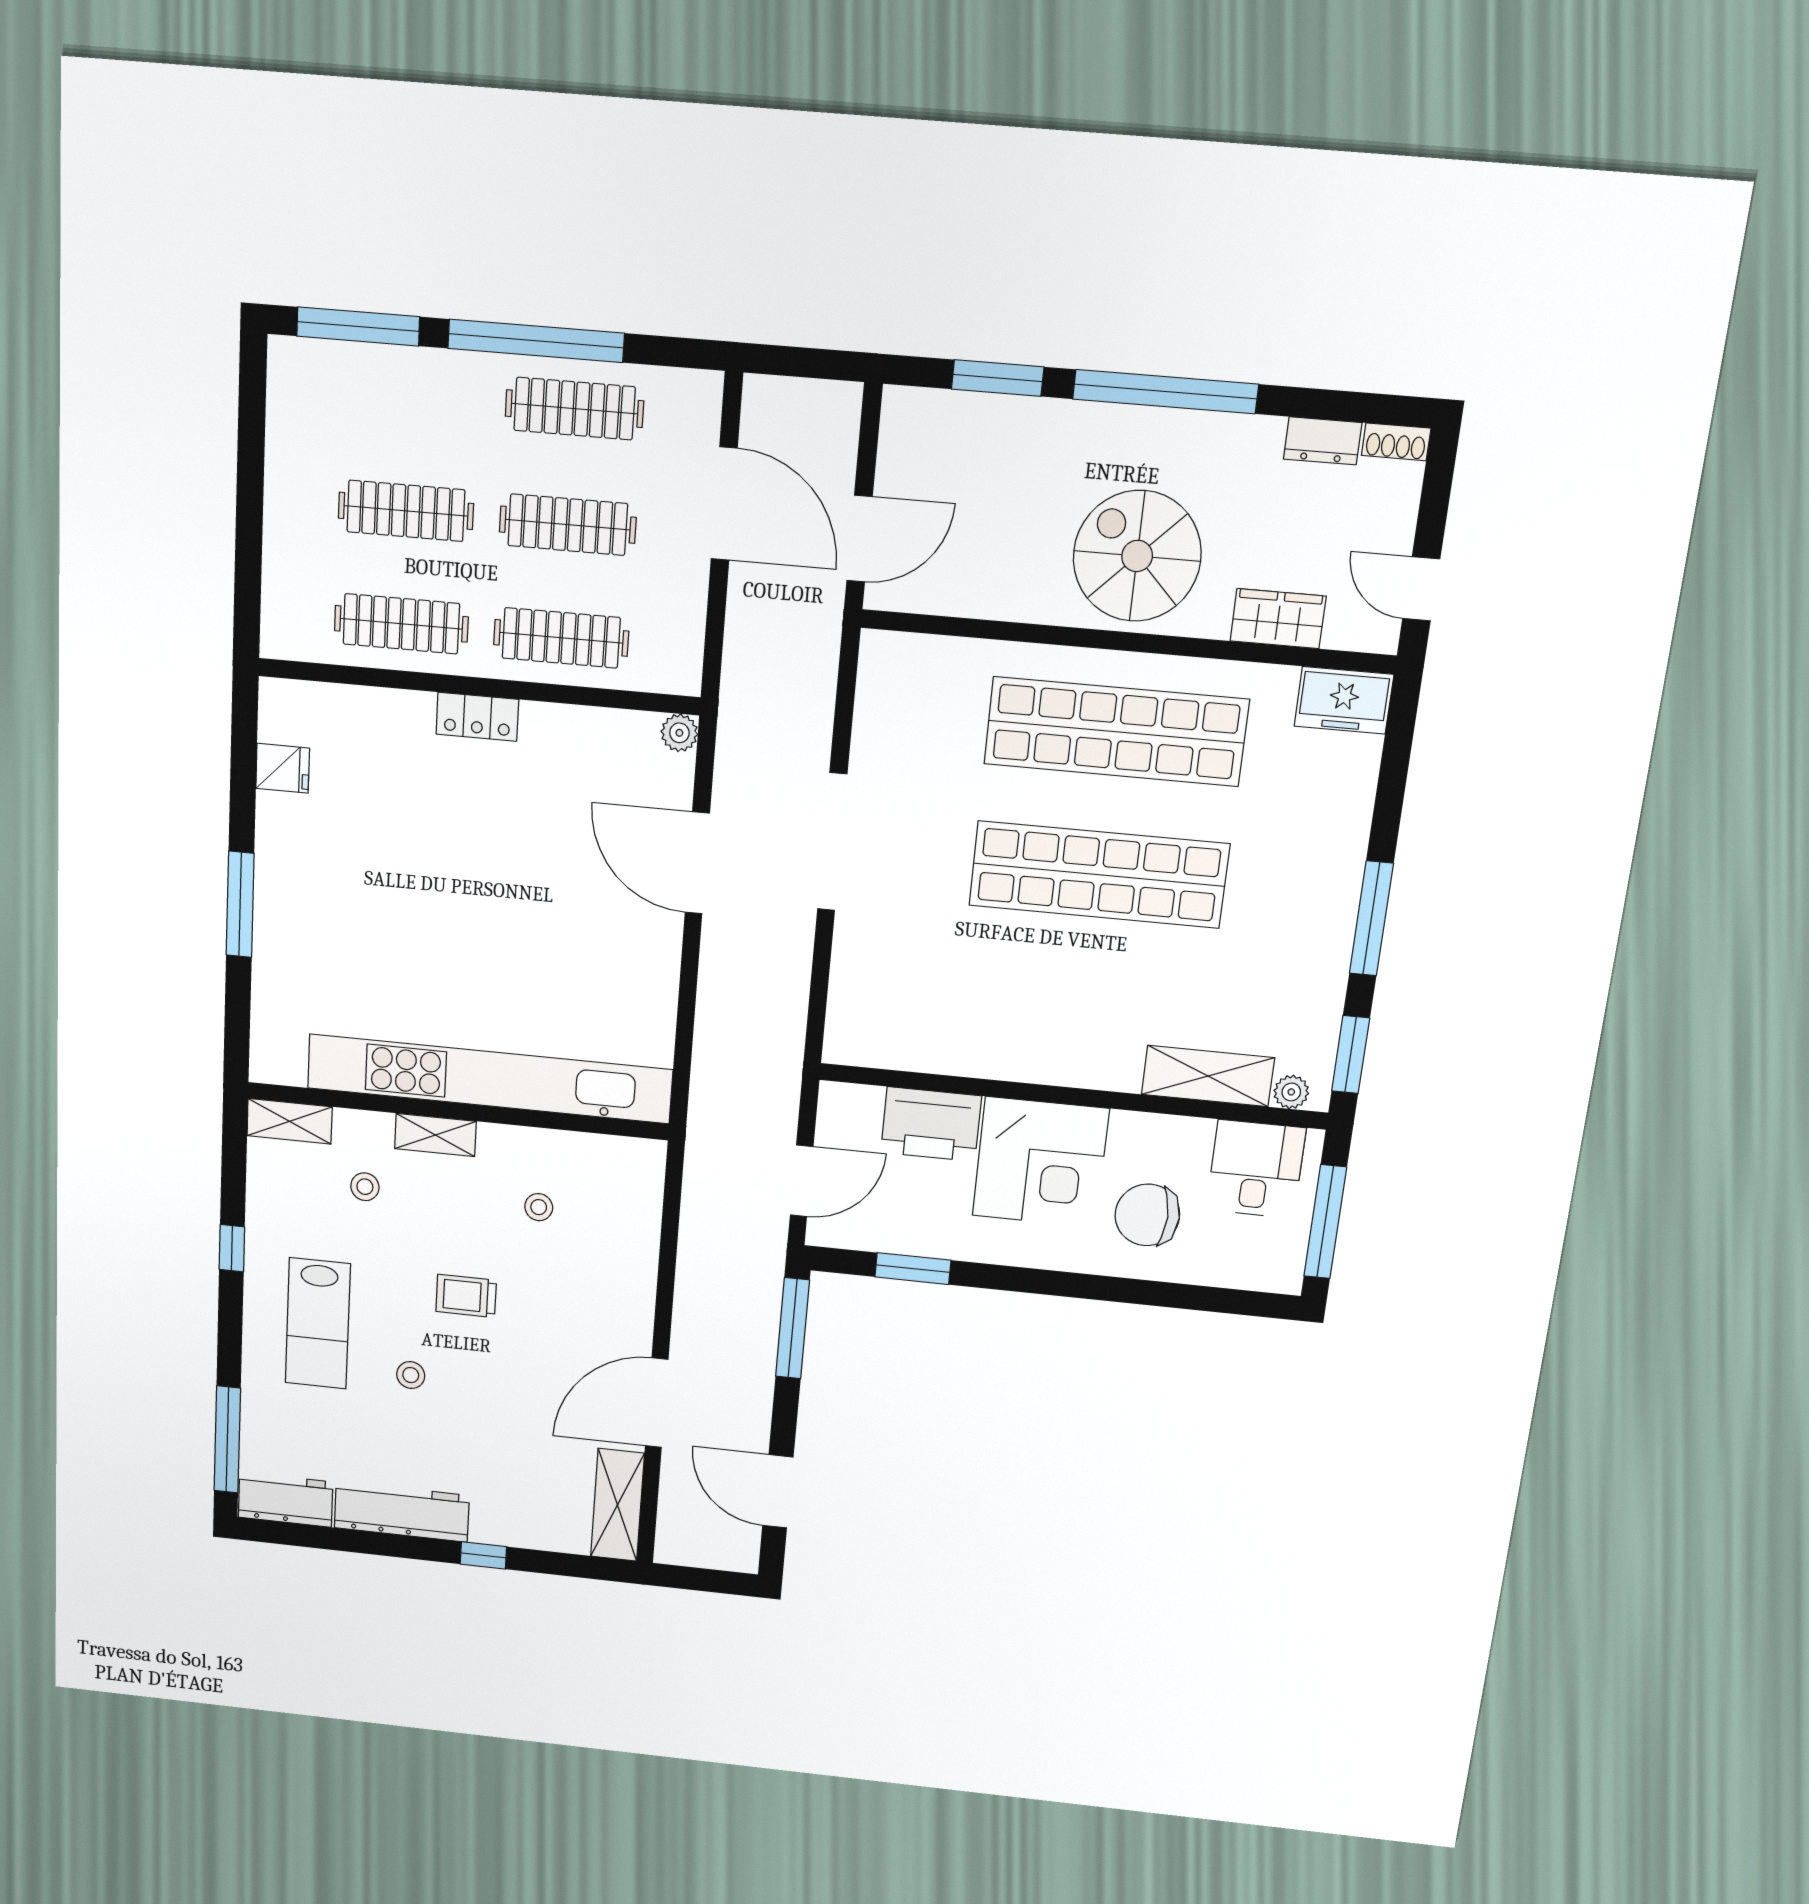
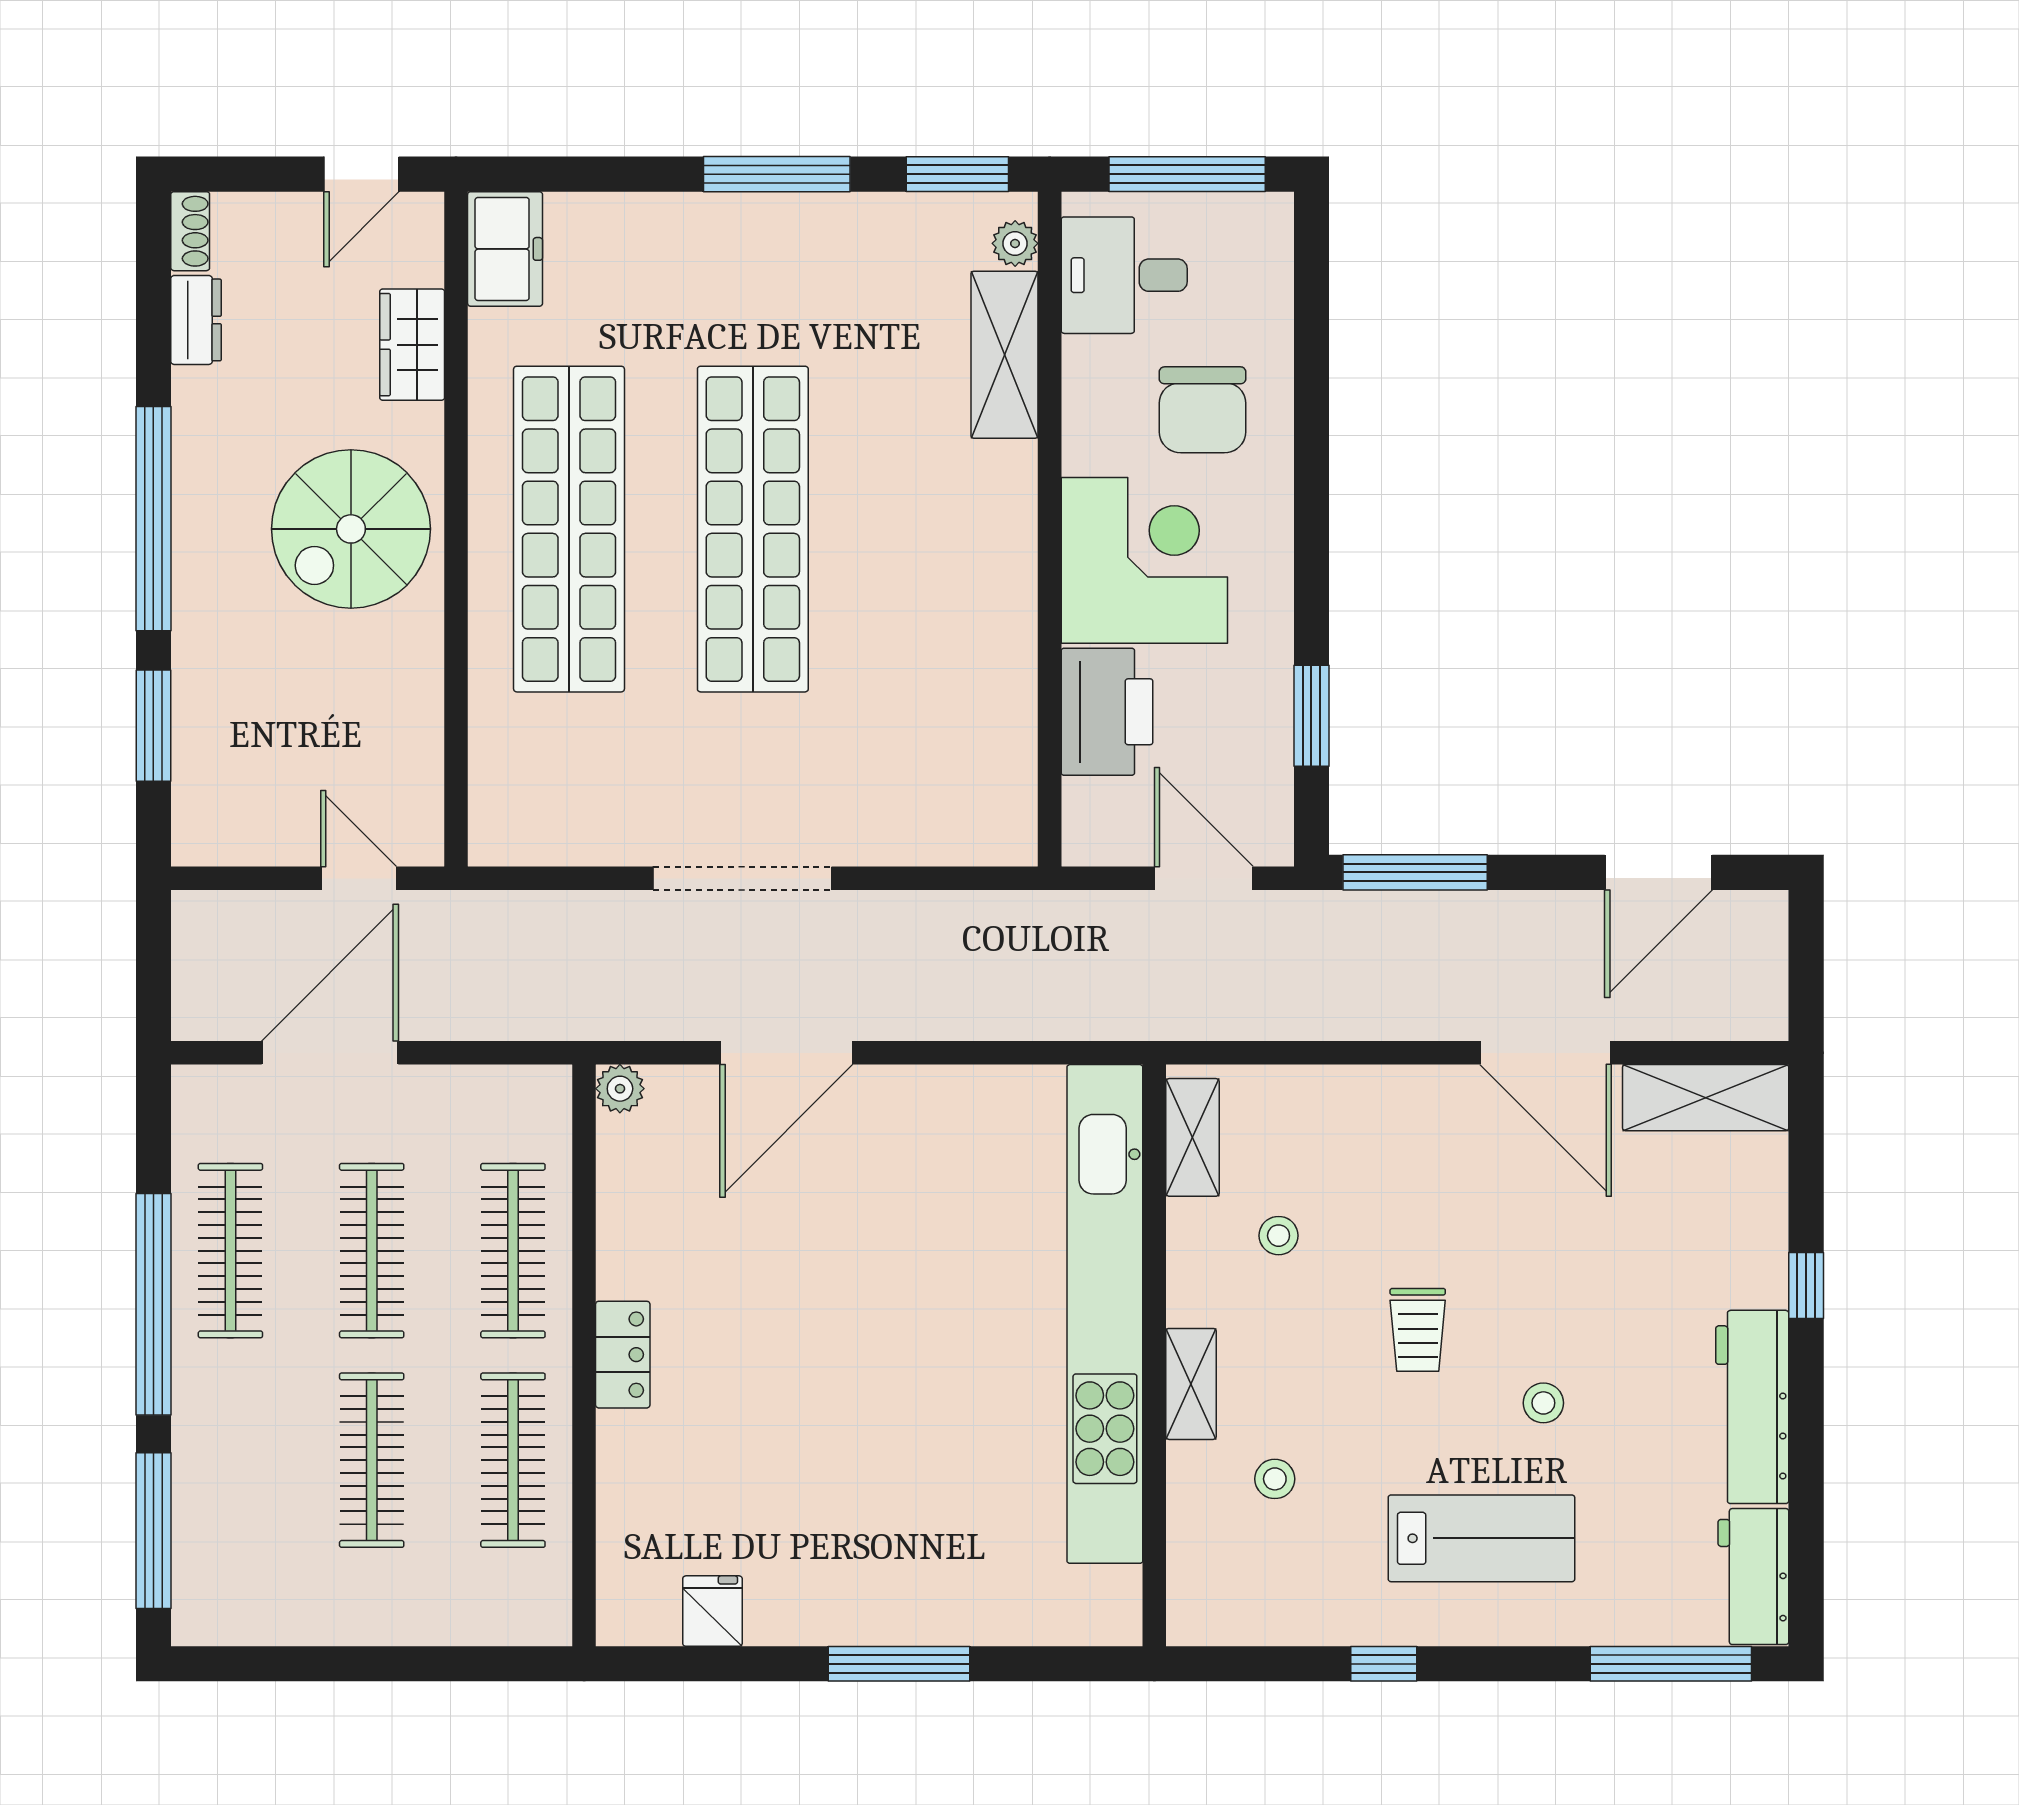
door: (859, 539) -> (359, 878), width x0.73
shelving: (290, 1121) -> (1193, 1137), moved

